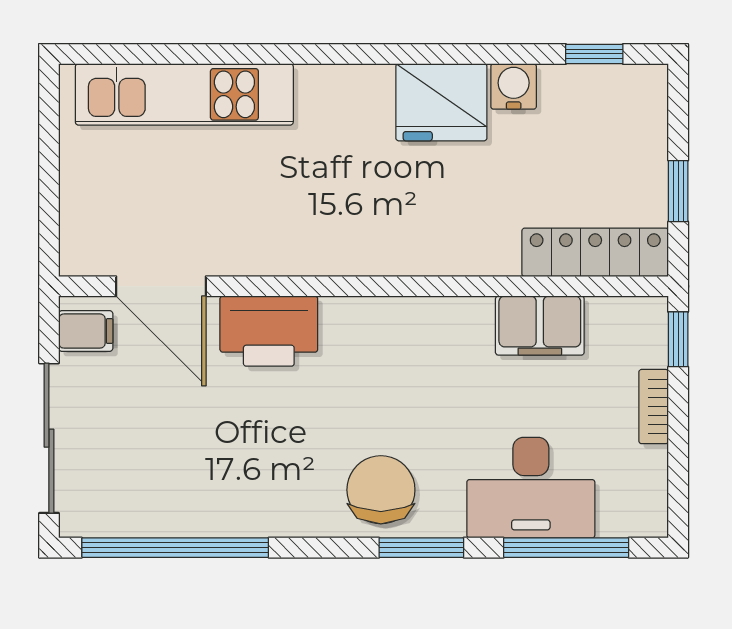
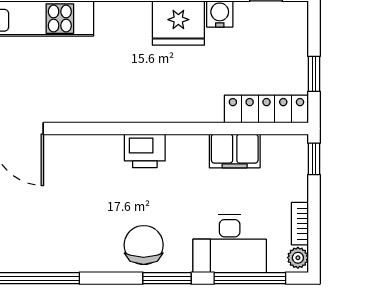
printer: (269, 331) -> (145, 151), moved, width x0.73, depth x0.84
bookcase: (654, 407) -> (300, 224), moved
plant: (650, 512) -> (298, 258), added

